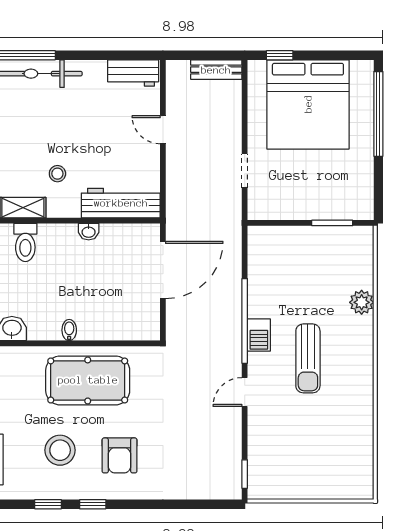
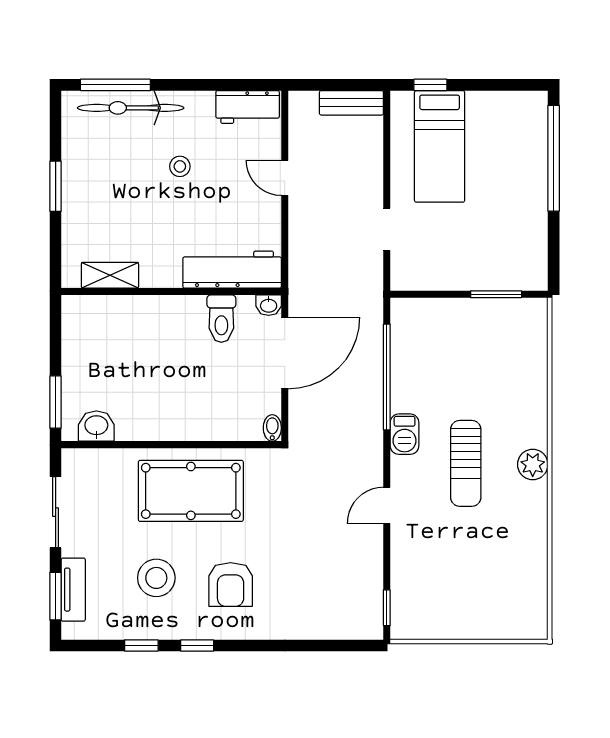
bed: (308, 104) -> (440, 146), width x0.49
stool: (57, 174) -> (180, 166), moved
washbasin: (89, 232) -> (269, 305), moved
toilet: (25, 242) -> (221, 319), moved
plant: (362, 302) -> (533, 464), moved
window: (245, 321) -> (387, 377), moved
bidet: (69, 330) -> (272, 428), moved

